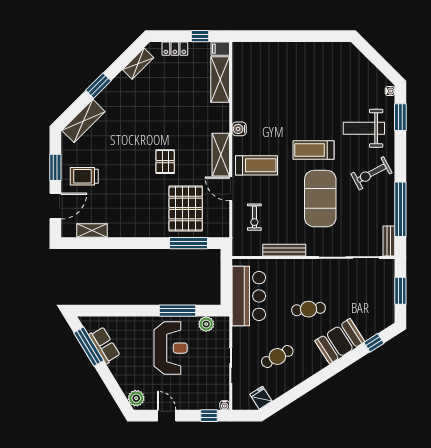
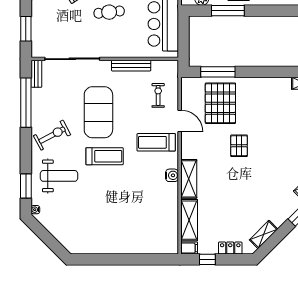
shelving: (221, 155) -> (189, 179), moved

